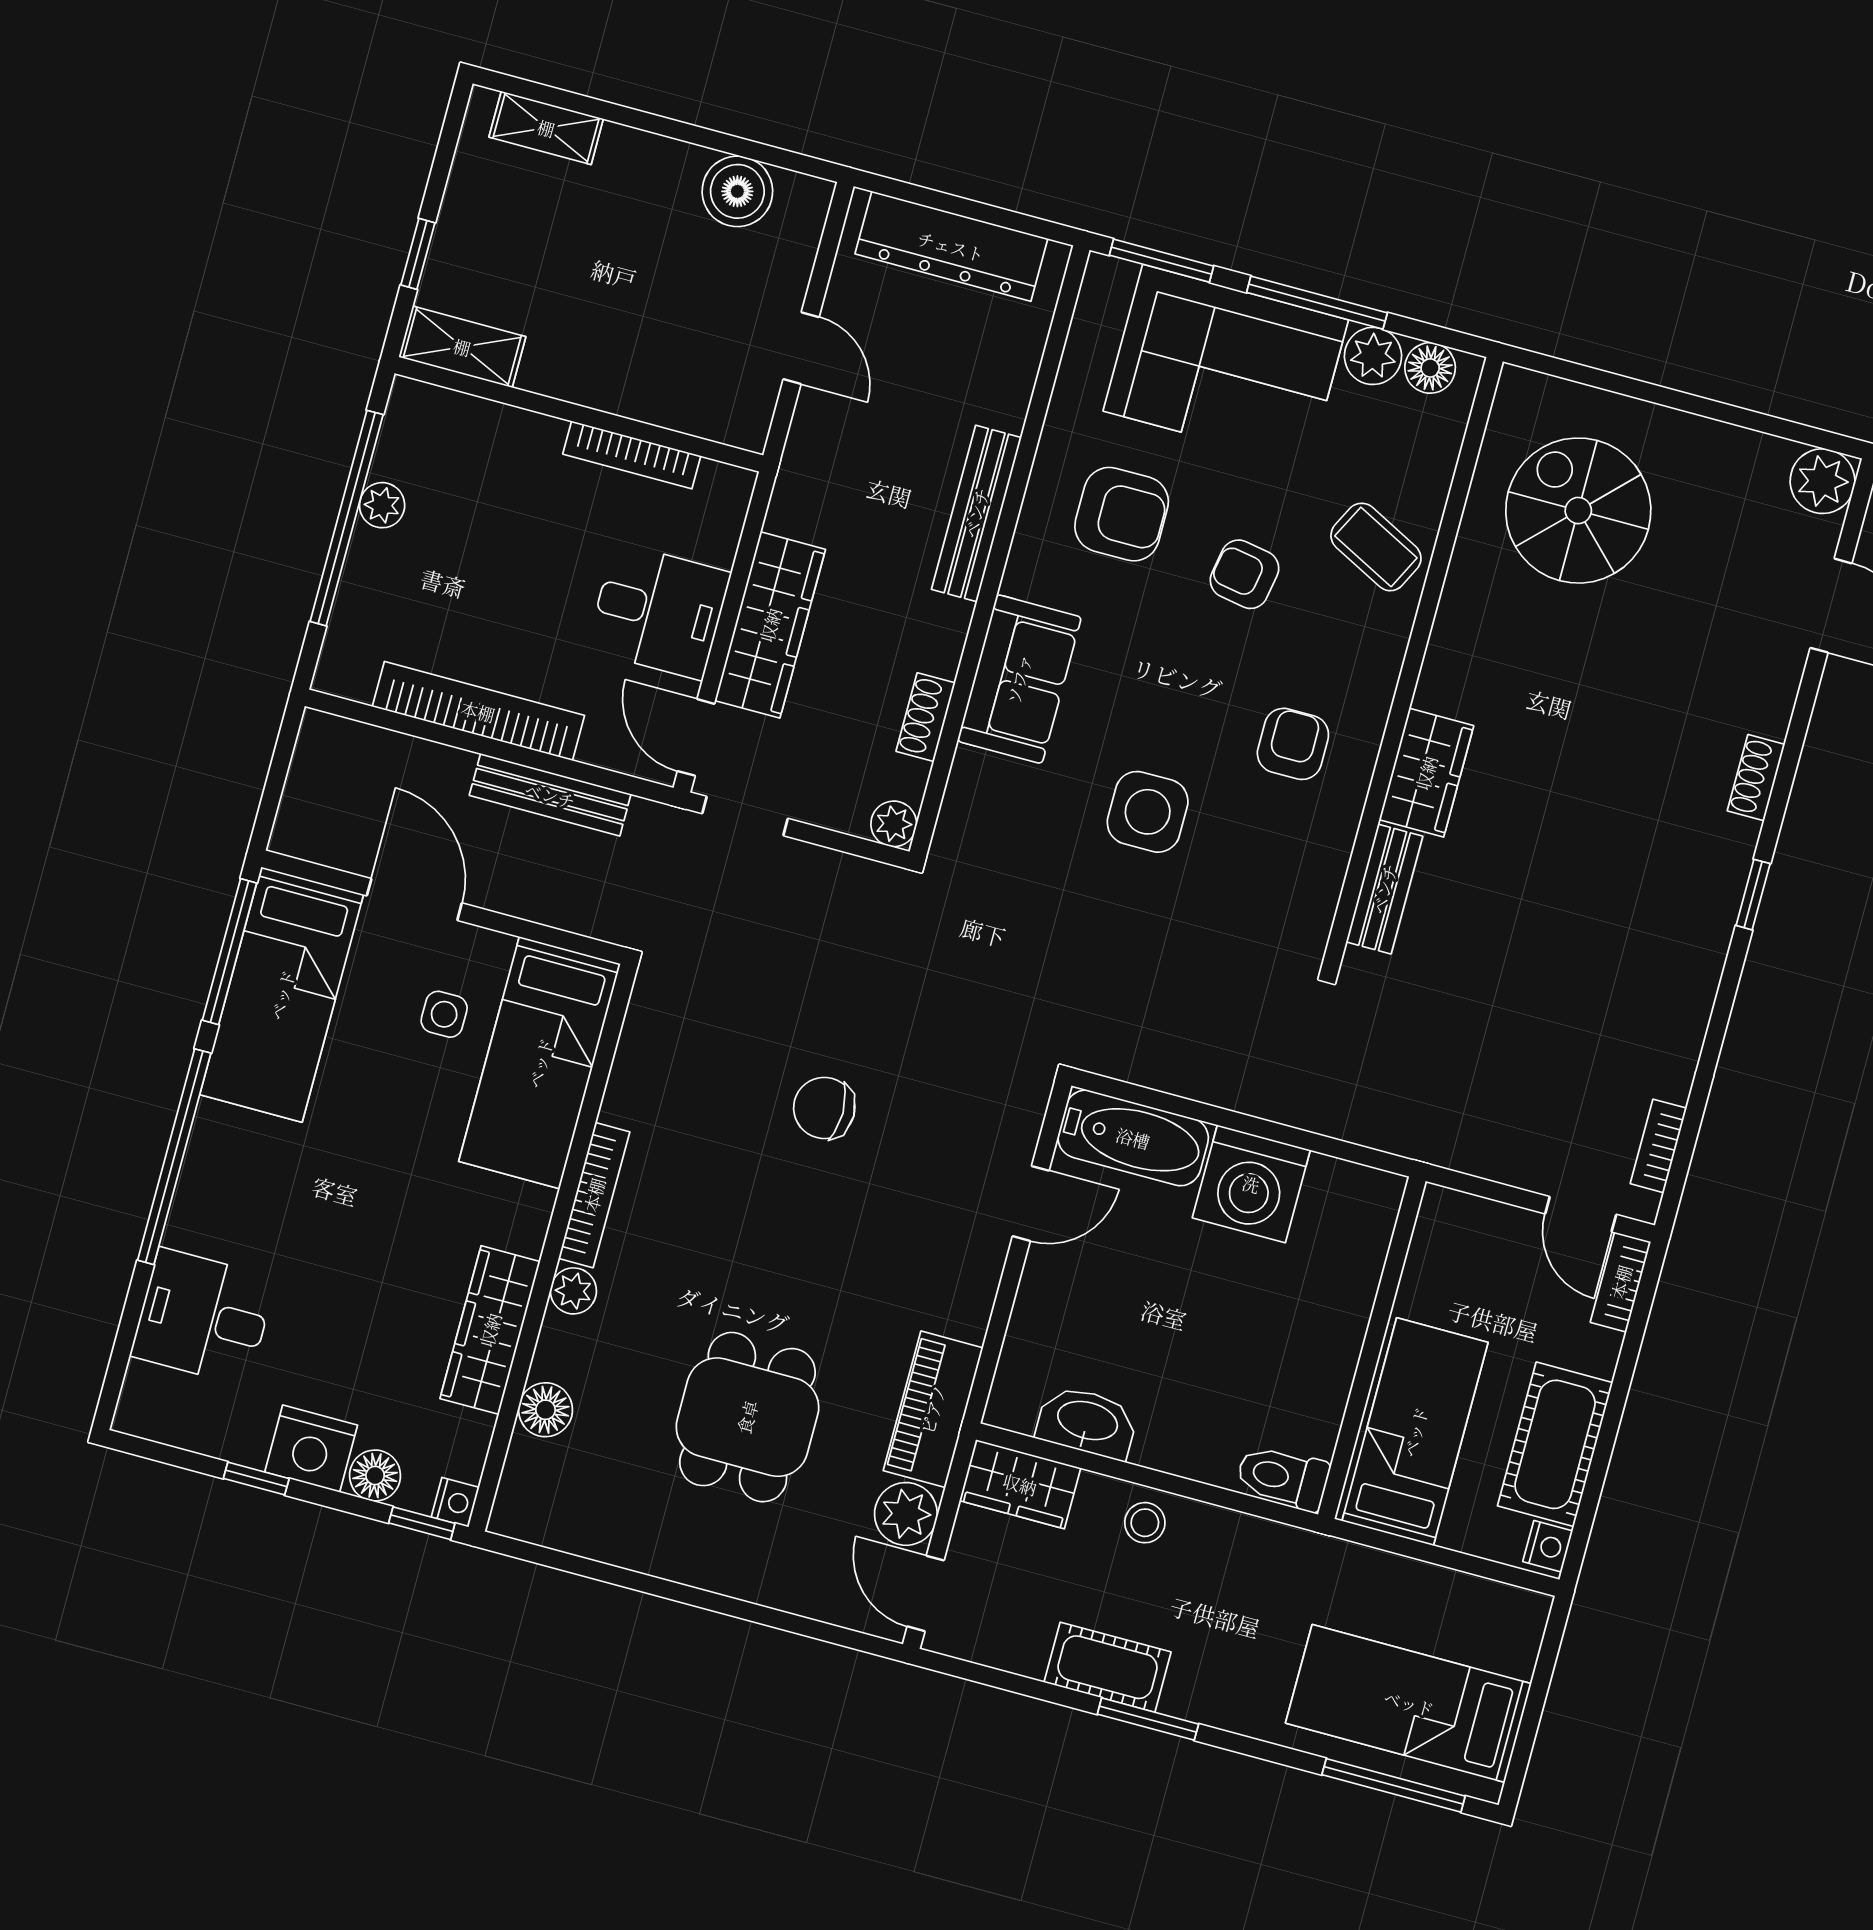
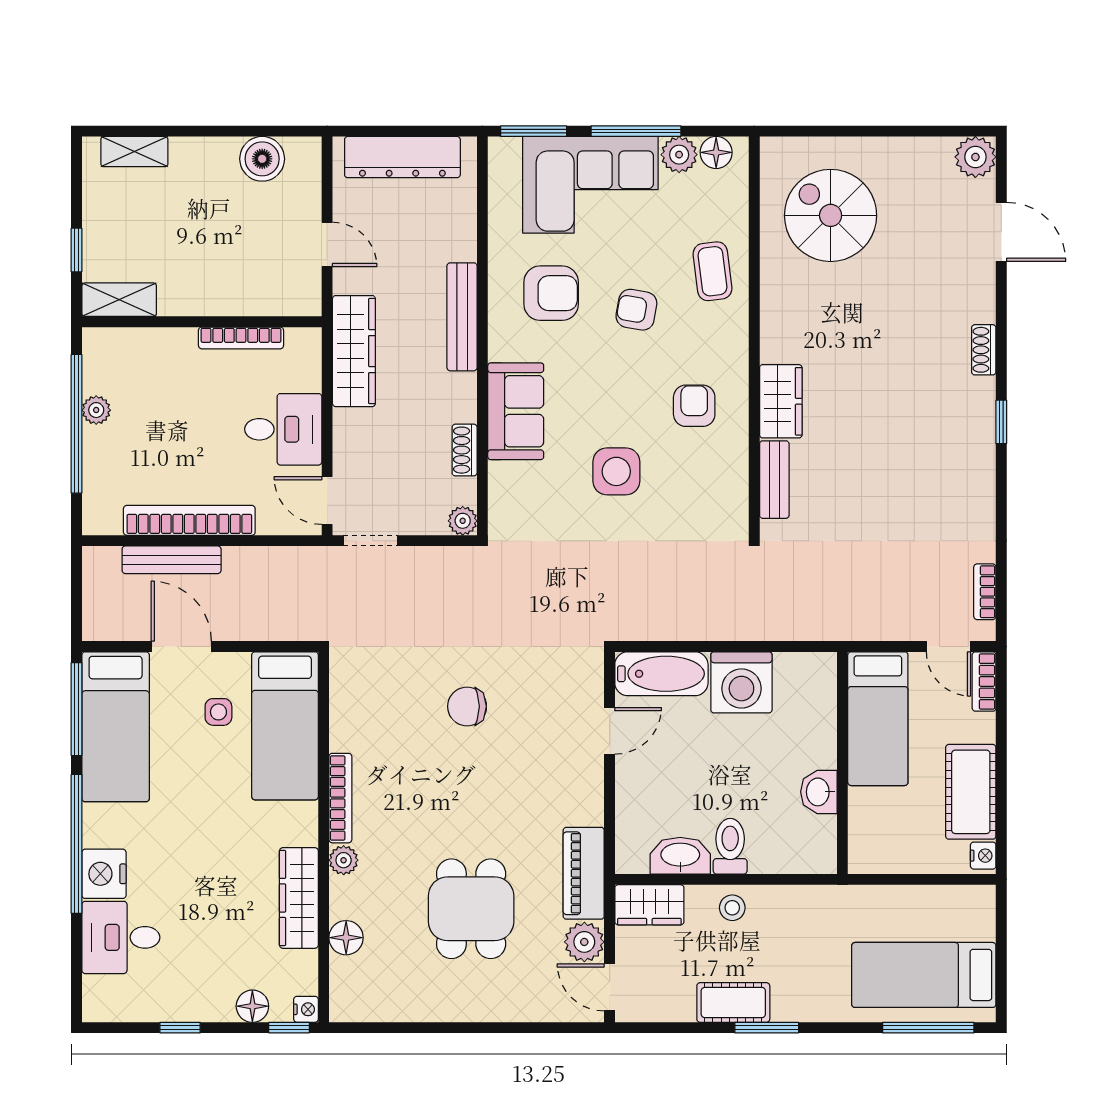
coffee table: (1376, 547) -> (713, 271), turned 56
wardrobe: (770, 625) -> (354, 351), moved
bench: (550, 795) -> (172, 560), moved
washbasin: (1324, 1382) -> (819, 792), added
bed: (1415, 1432) -> (878, 719), moved, turned 180
nightstand: (311, 1449) -> (104, 874), moved, turned 90
toilet: (1283, 1477) -> (730, 846), moved, turned 90

